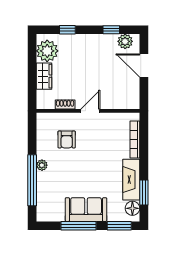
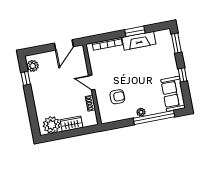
window: (67, 30) -> (32, 112), removed
door: (144, 65) -> (64, 45), moved
window: (144, 193) -> (135, 31), moved
floor lamp: (132, 208) -> (161, 36), removed
sofa: (86, 210) -> (173, 94), moved
window: (78, 226) -> (182, 75), width x0.46

